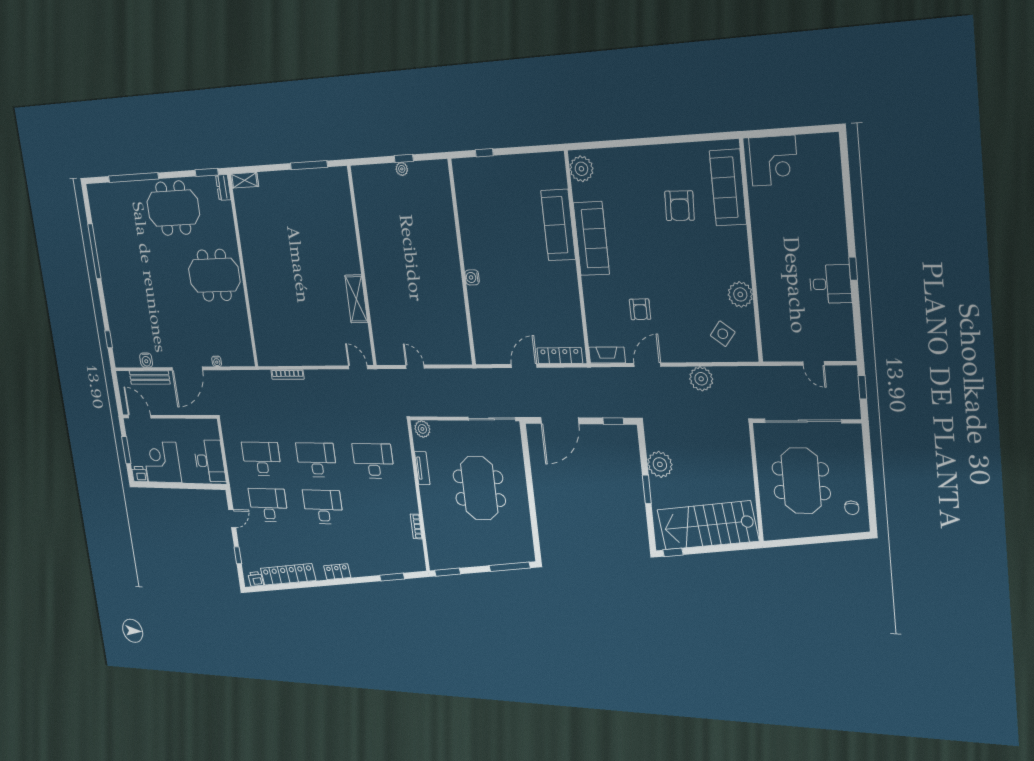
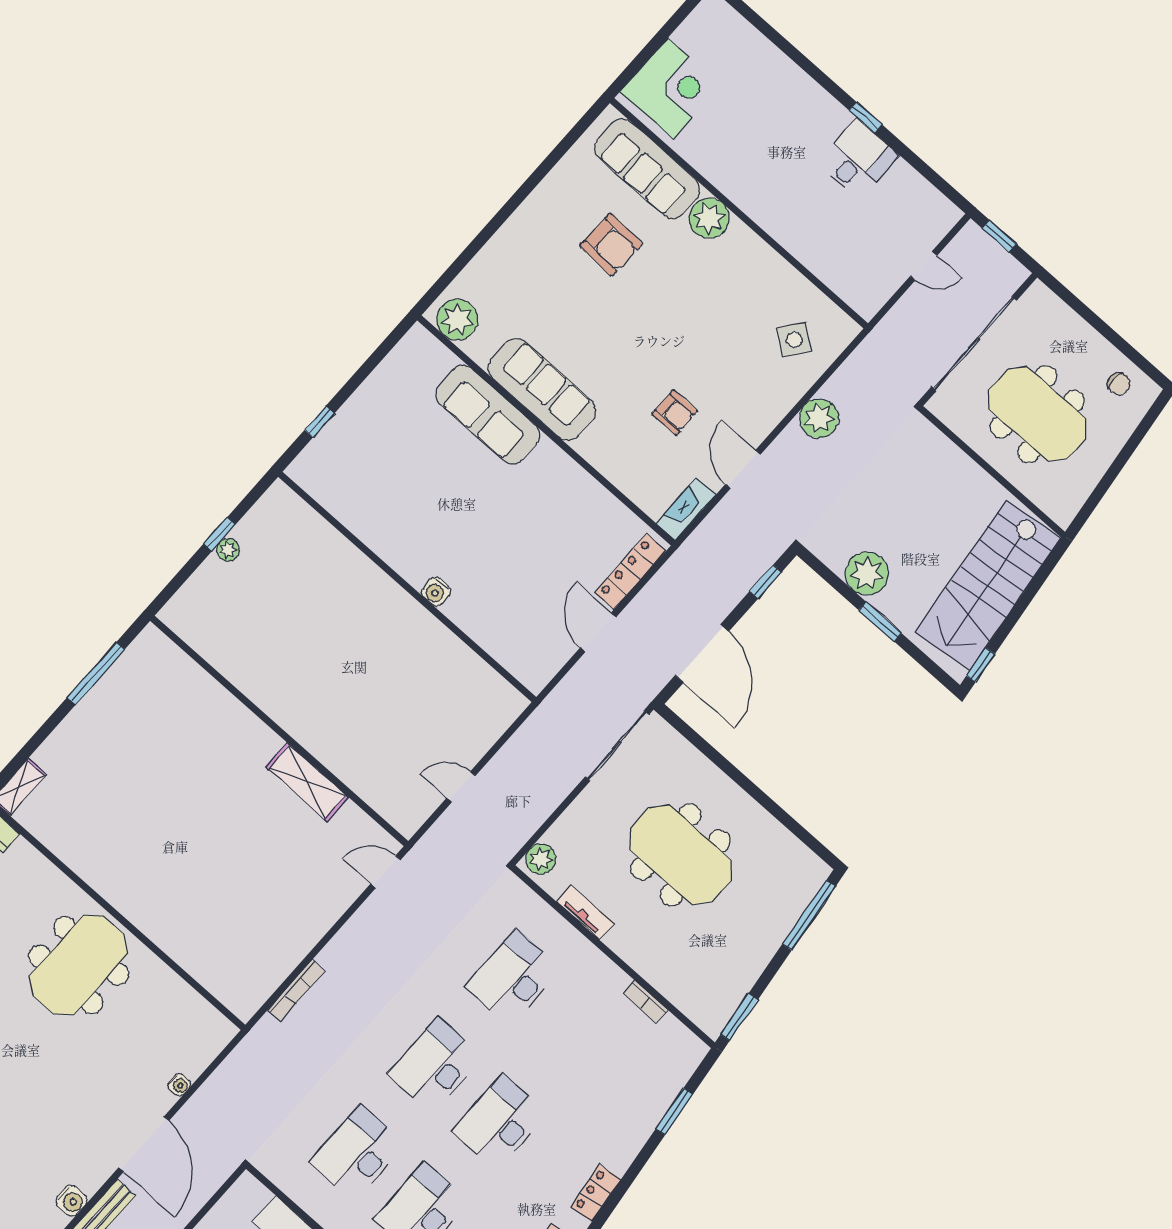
plant: (740, 294) -> (709, 218), moved

